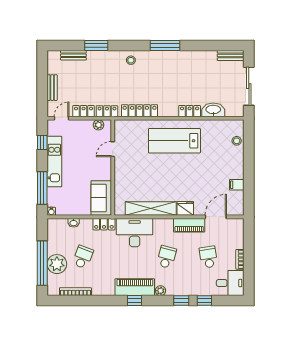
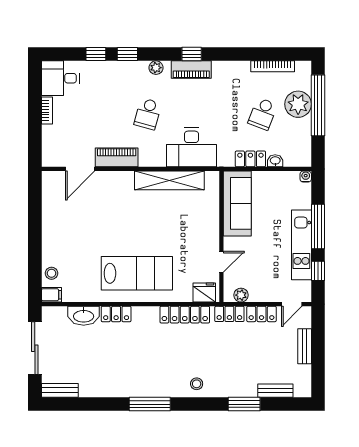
filing cabinet: (237, 185) -> (51, 295), moved
window: (42, 188) -> (318, 227), moved
sofa: (101, 198) -> (237, 203), width x1.36
fridge: (185, 208) -> (204, 292), moved, turned 180
locker: (104, 224) -> (250, 159), moved
school desk: (208, 257) -> (90, 114), removed
piano: (135, 287) -> (191, 70), width x0.73, depth x0.75

